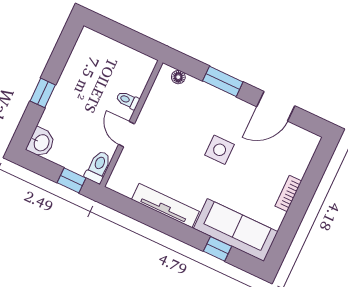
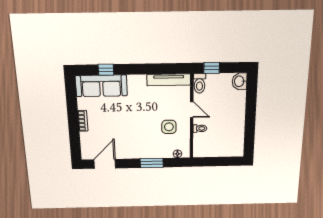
window: (43, 93) -> (251, 110), removed
door: (276, 106) -> (105, 164), moved
side table: (220, 150) -> (169, 127), moved
tv unit: (165, 205) -> (169, 80), moved

